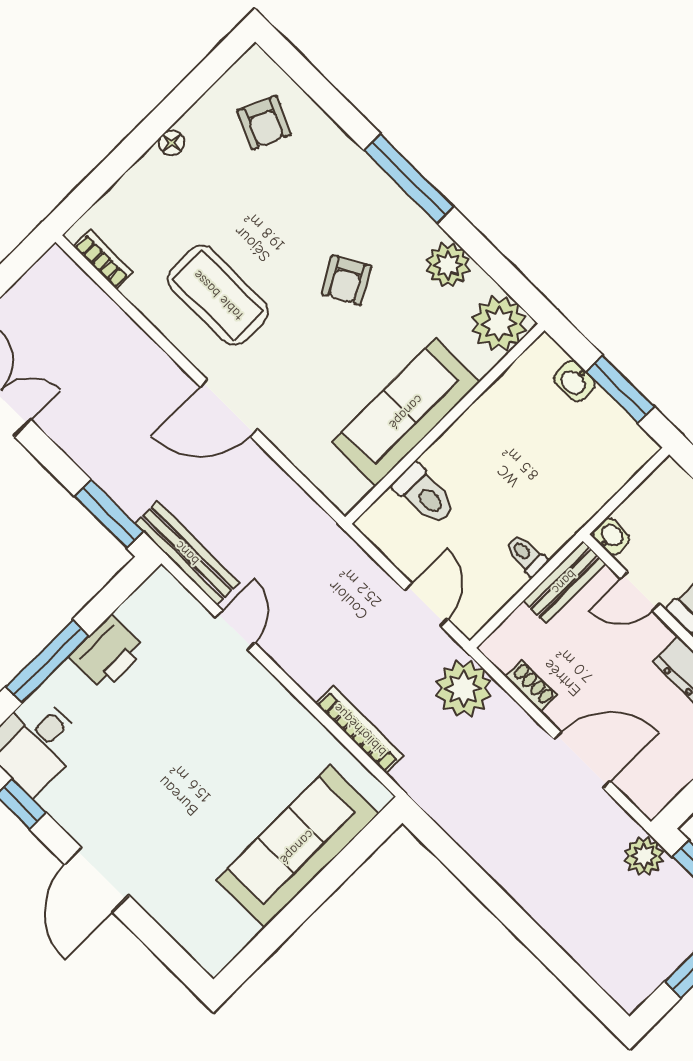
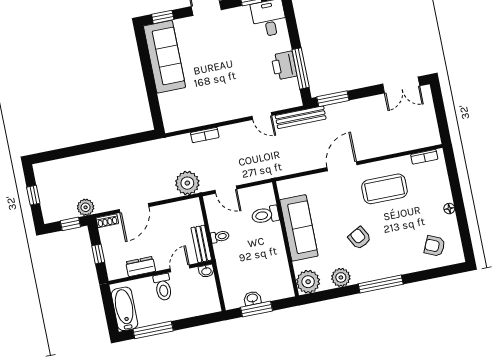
washbasin: (574, 381) -> (252, 298), moved
window: (47, 661) -> (301, 68), moved
shoe rack: (531, 686) -> (107, 221), moved
bookcase: (360, 730) -> (205, 135), width x0.64
sofa: (297, 847) -> (164, 57), moved
window: (171, 954) -> (163, 17), added

